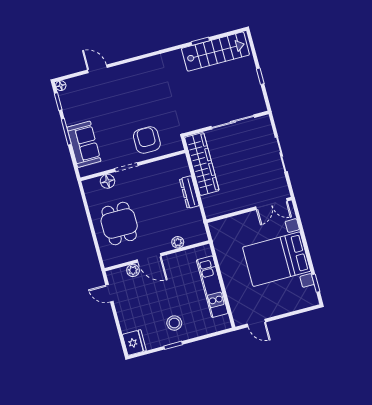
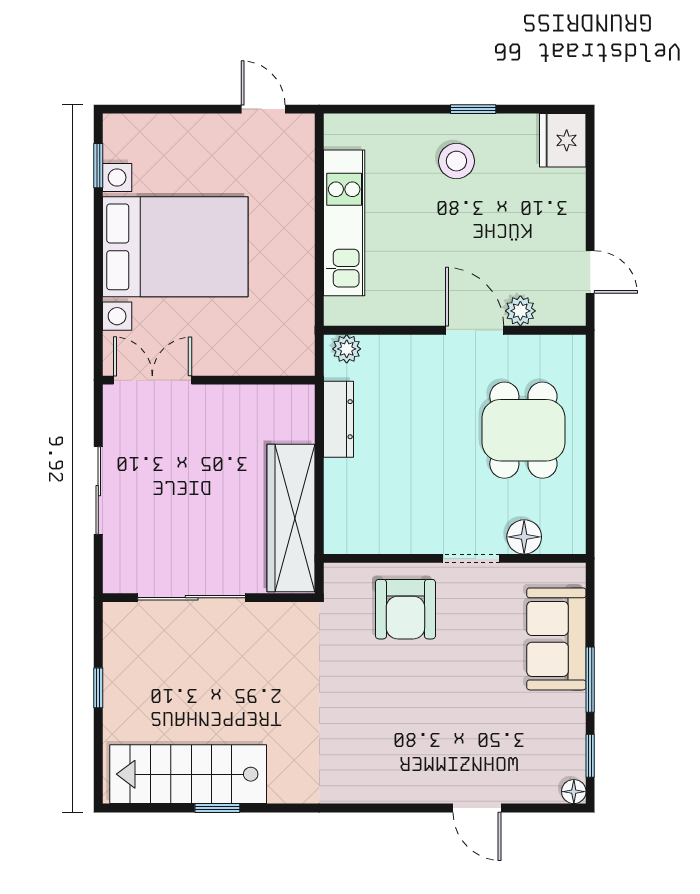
dresser: (189, 192) -> (338, 419), moved
plant: (178, 242) -> (347, 349), moved

